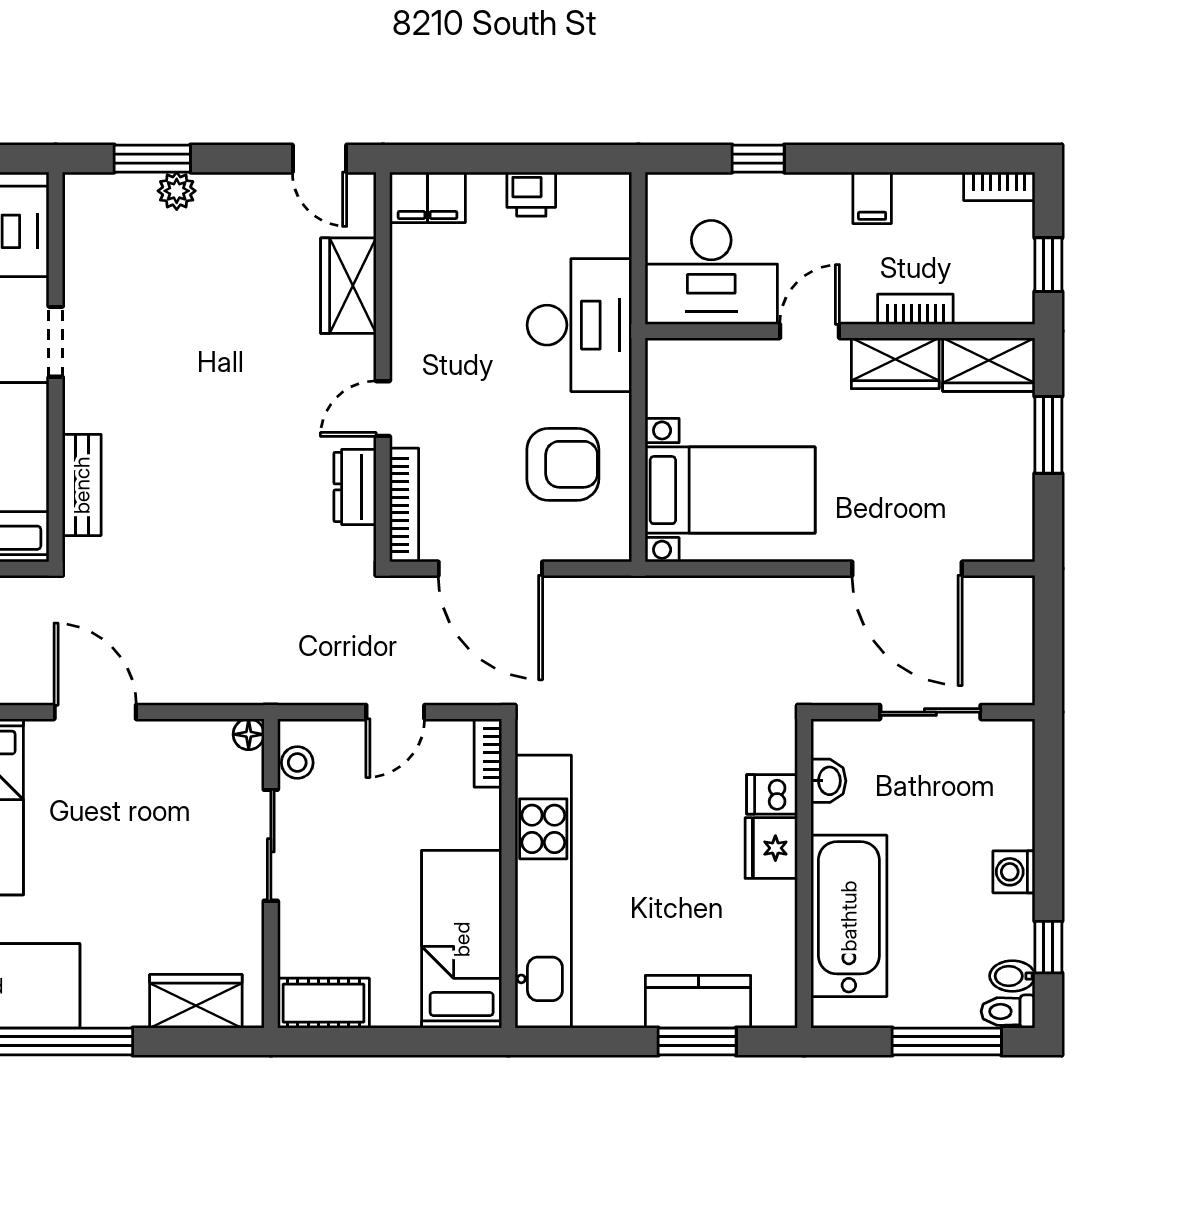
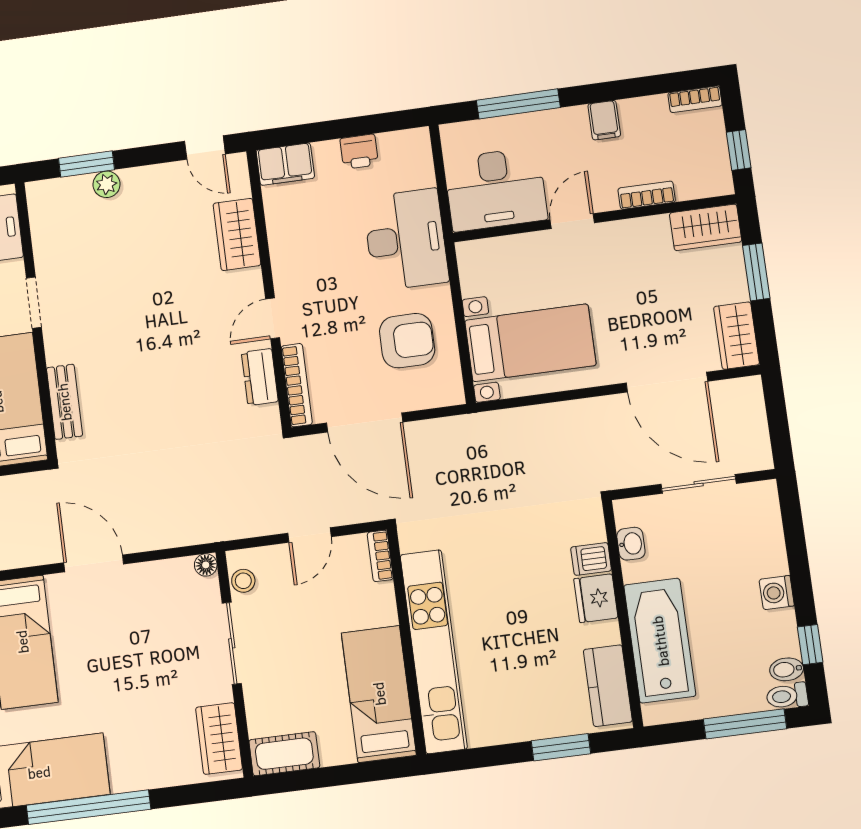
window: (758, 159) -> (518, 104), width x2.17
wardrobe: (895, 363) -> (736, 336), moved, turned 90
wardrobe: (196, 1001) -> (219, 739), moved, turned -90
kitchen counter: (698, 1002) -> (608, 686), moved, turned -90

